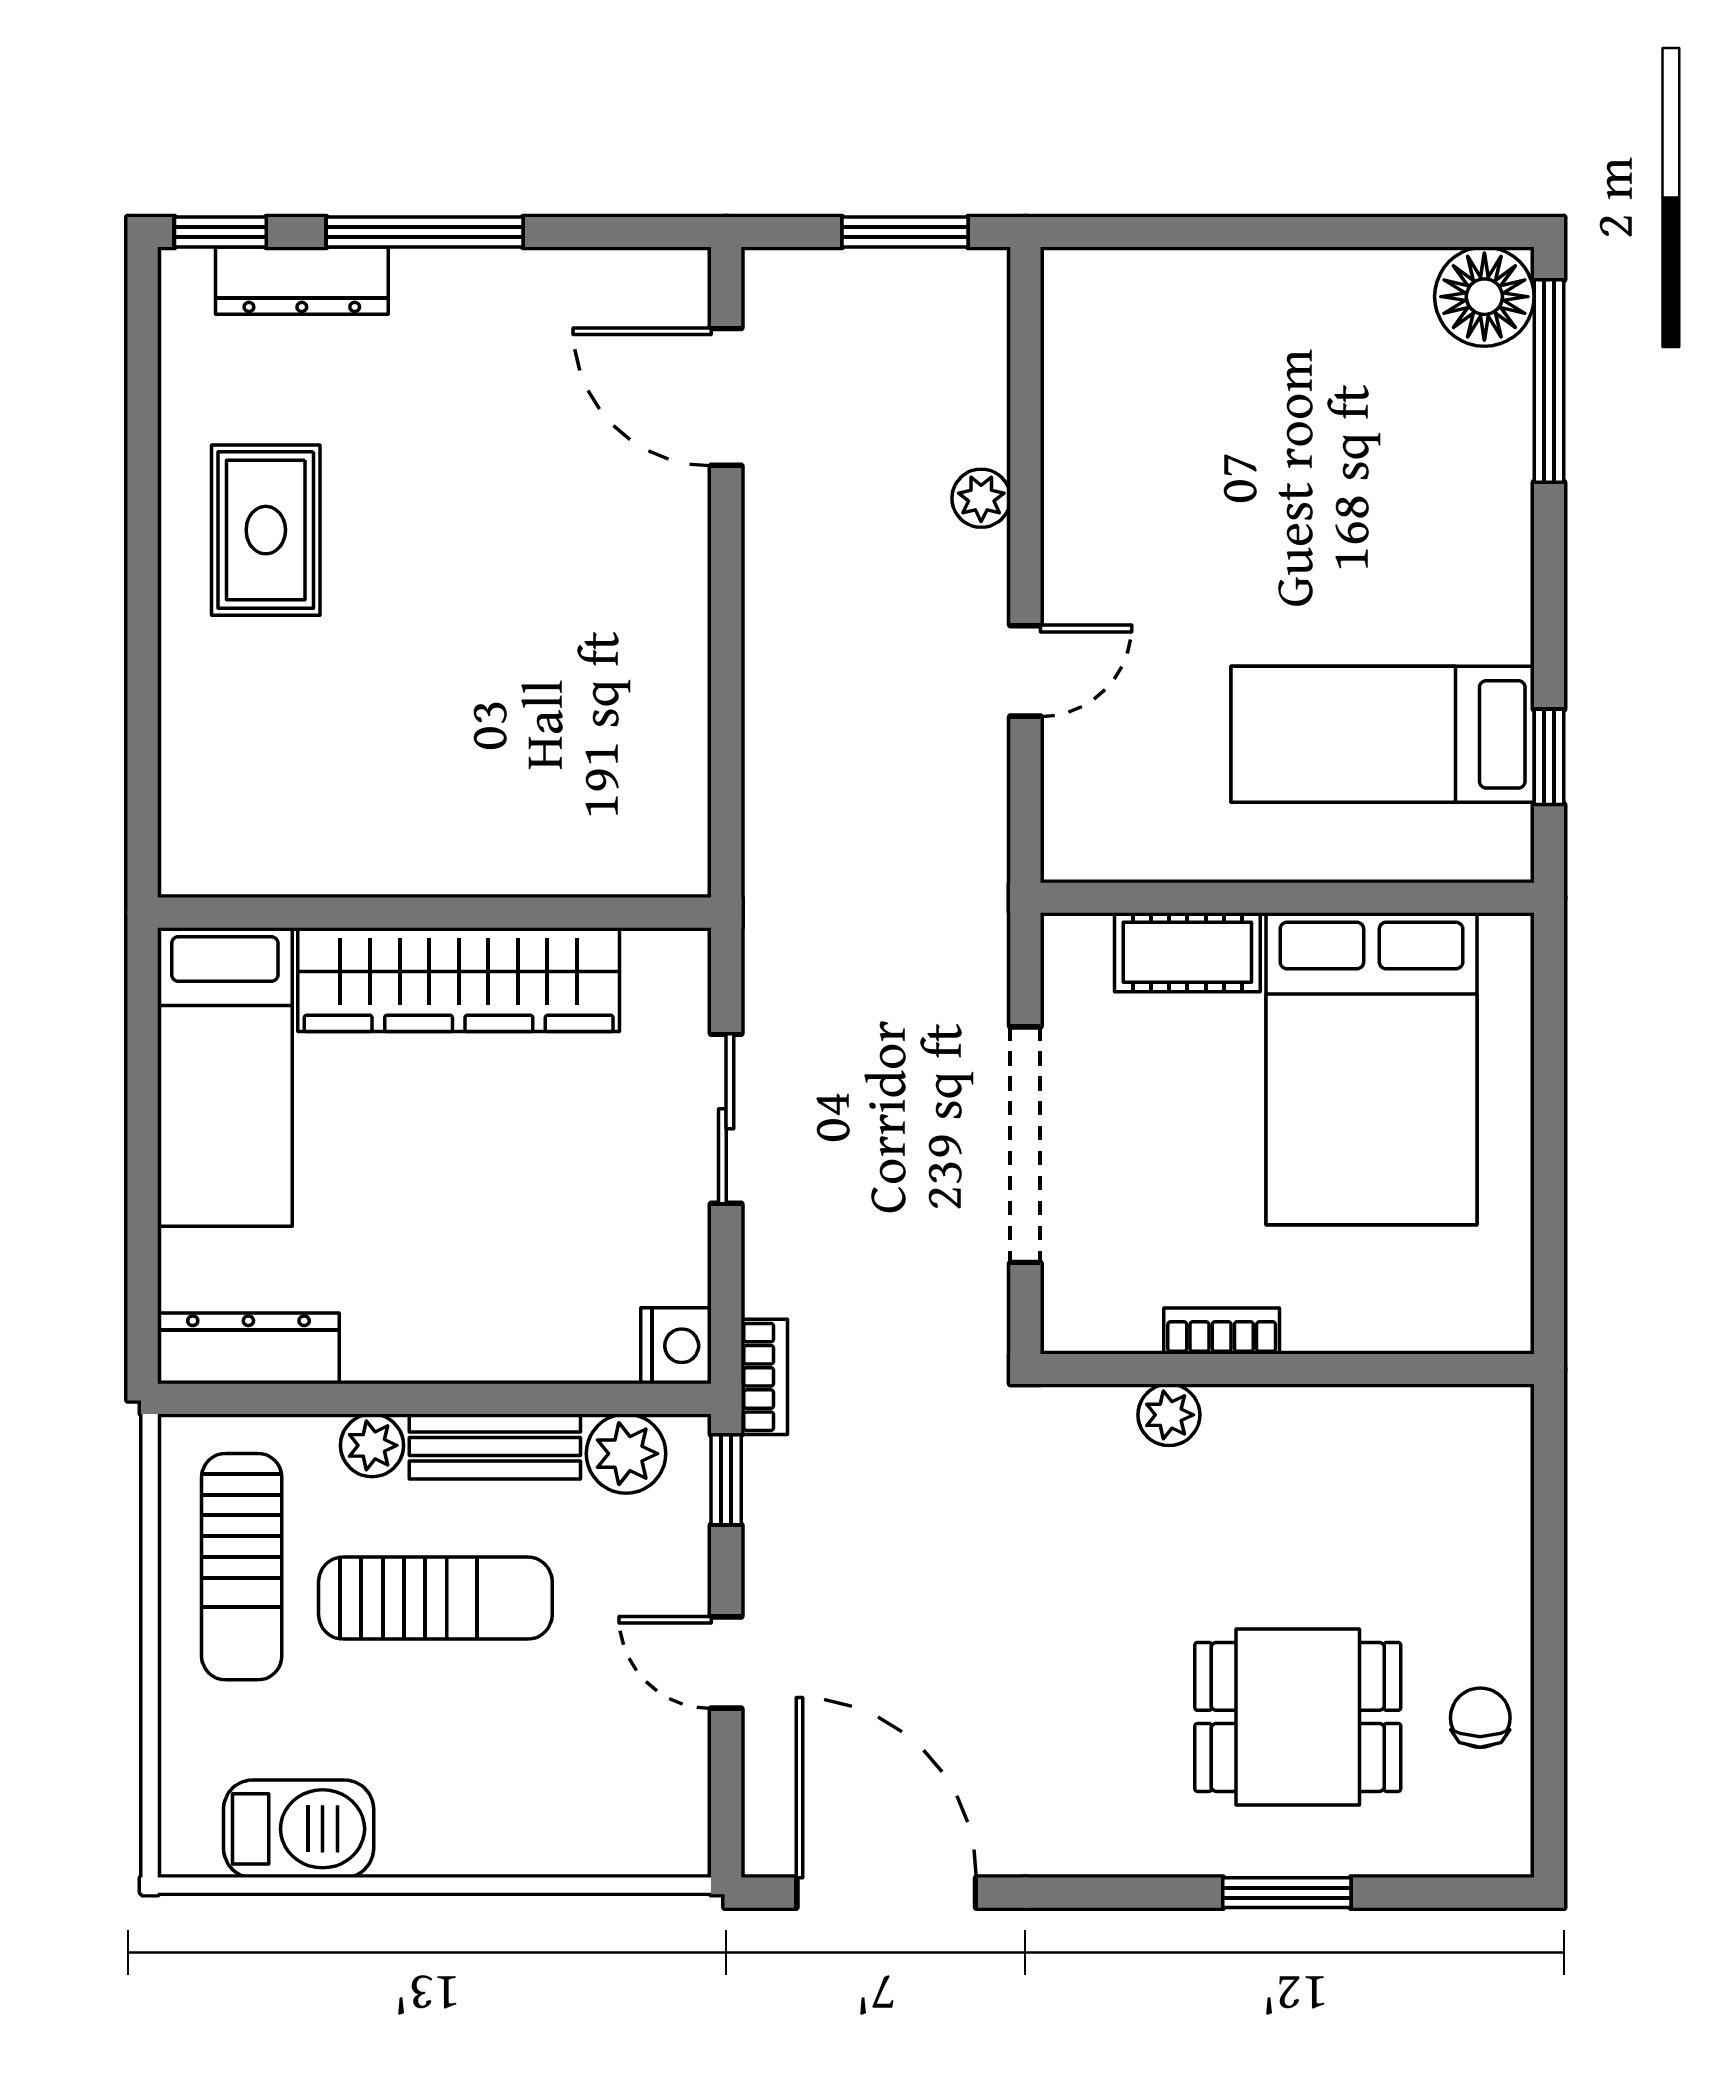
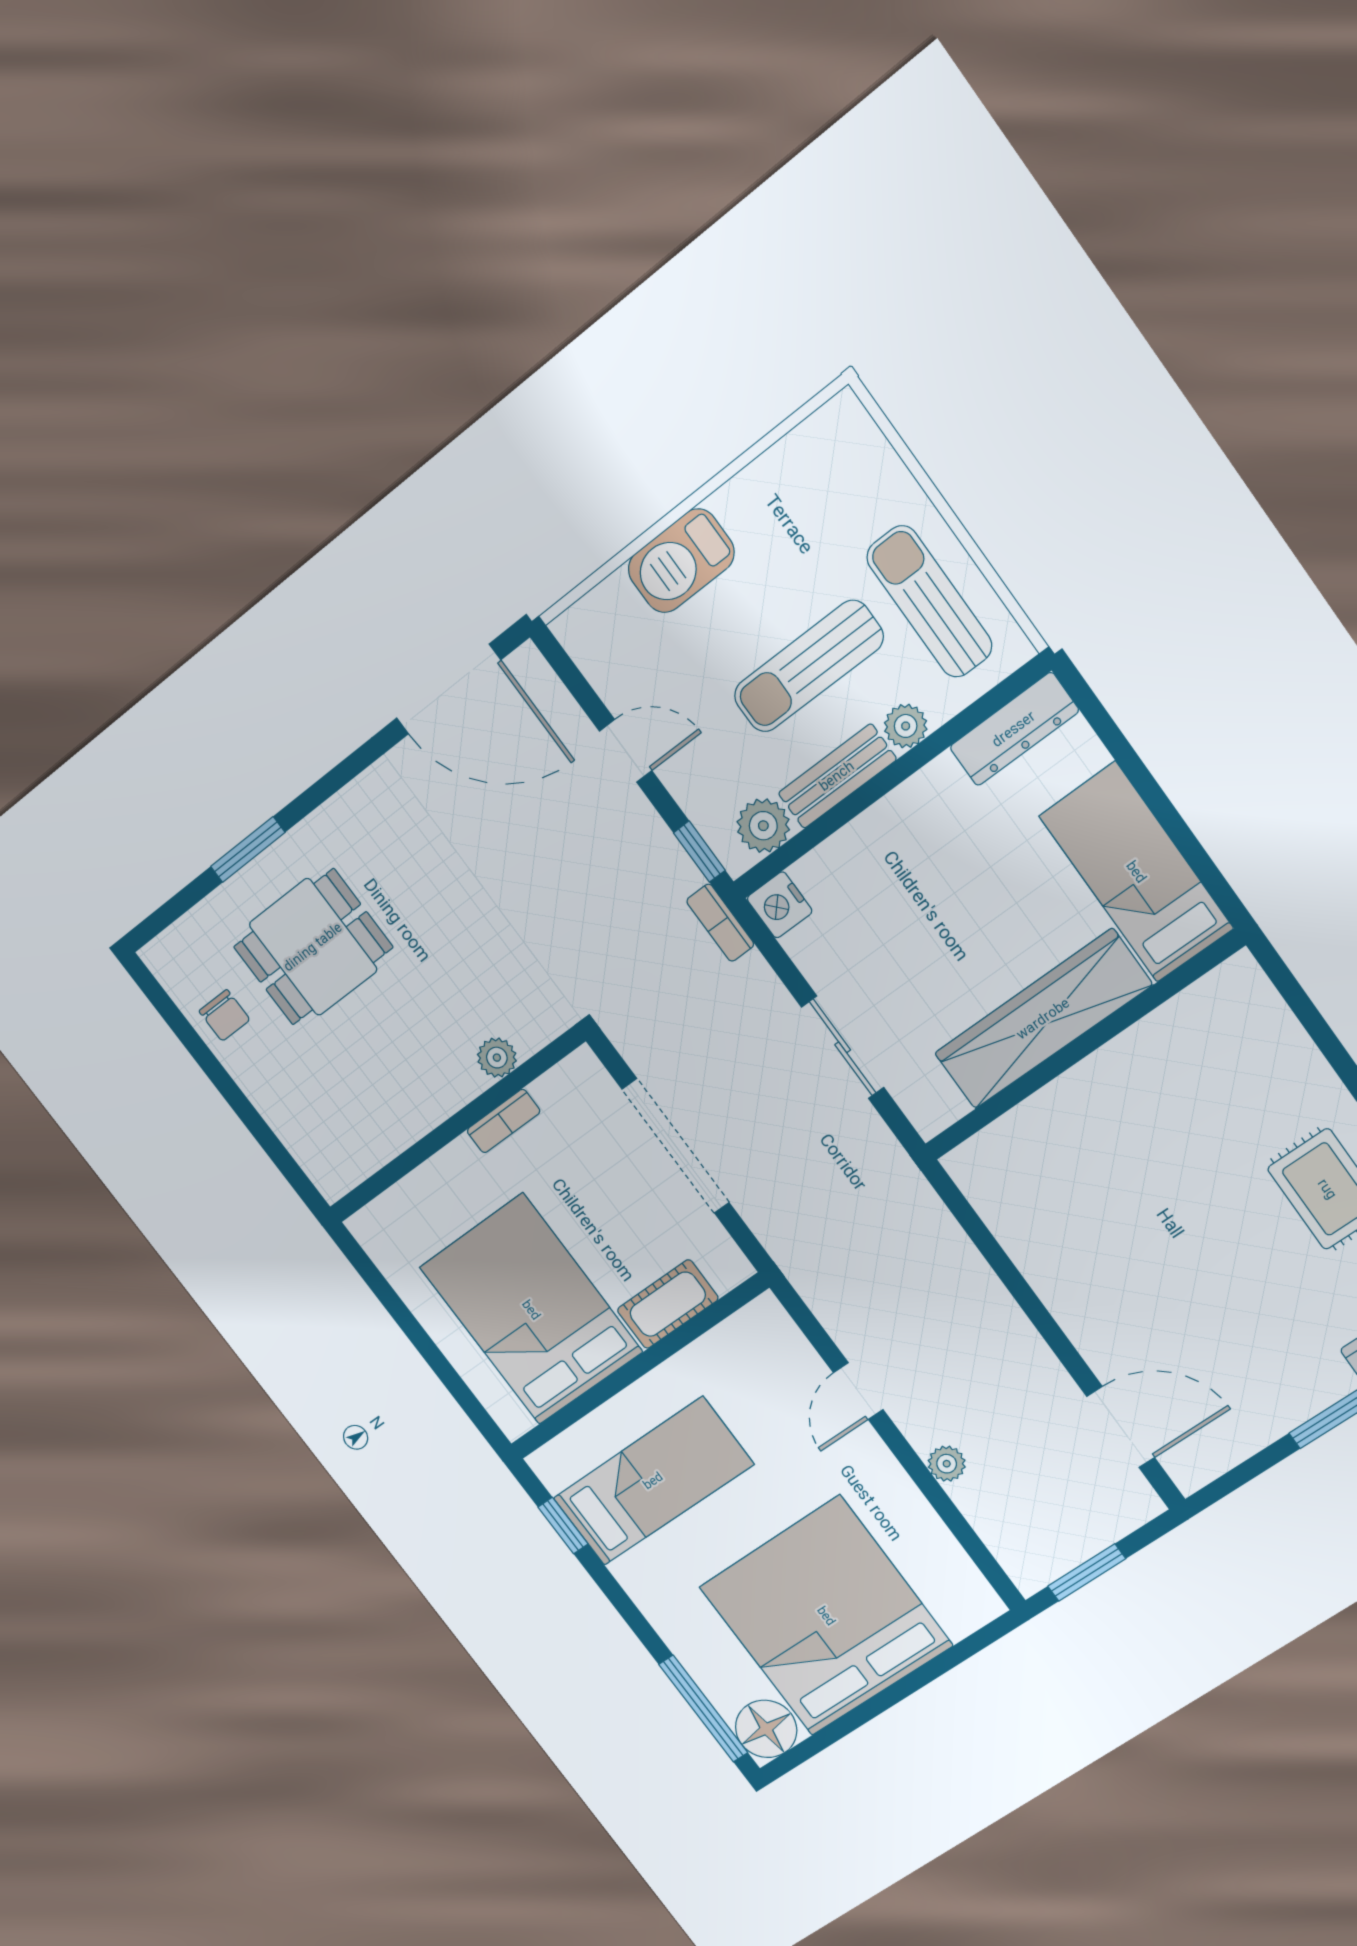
bed: (1289, 399) -> (826, 1616), added
barbecue: (299, 1829) -> (681, 561), moved

